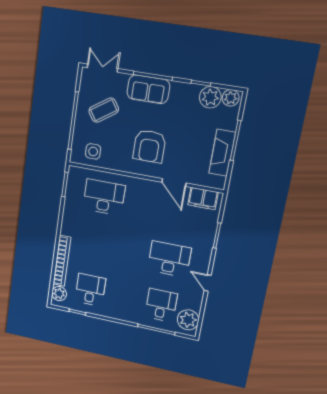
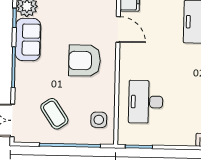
sofa: (148, 89) -> (28, 40), moved
armchair: (149, 146) -> (85, 61), turned 180
door: (174, 183) -> (118, 29), hinge flipped

